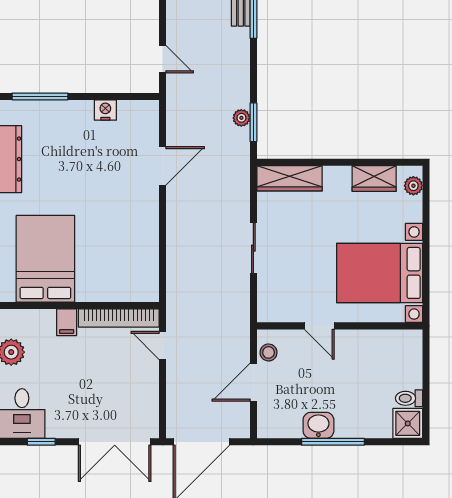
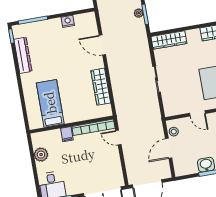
door: (163, 166) -> (102, 45), swing flipped
wardrobe: (146, 244) -> (101, 87), added
bed: (45, 259) -> (50, 103), width x0.67

